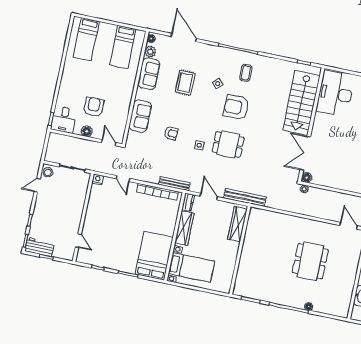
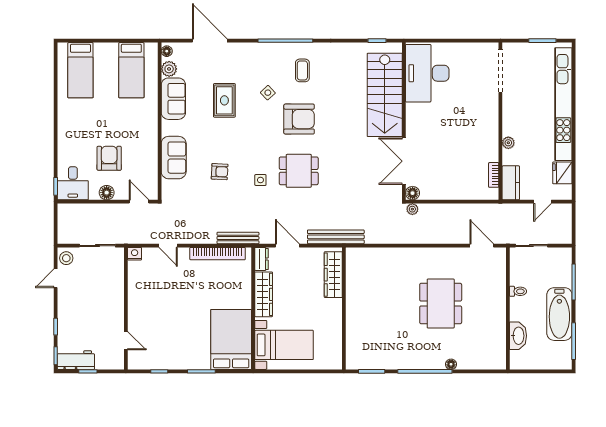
armchair: (236, 107) -> (299, 119), turned 180

